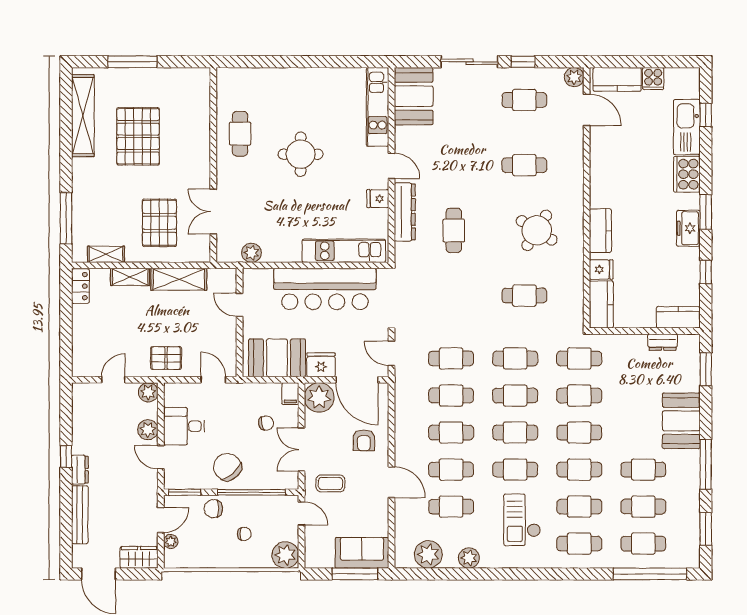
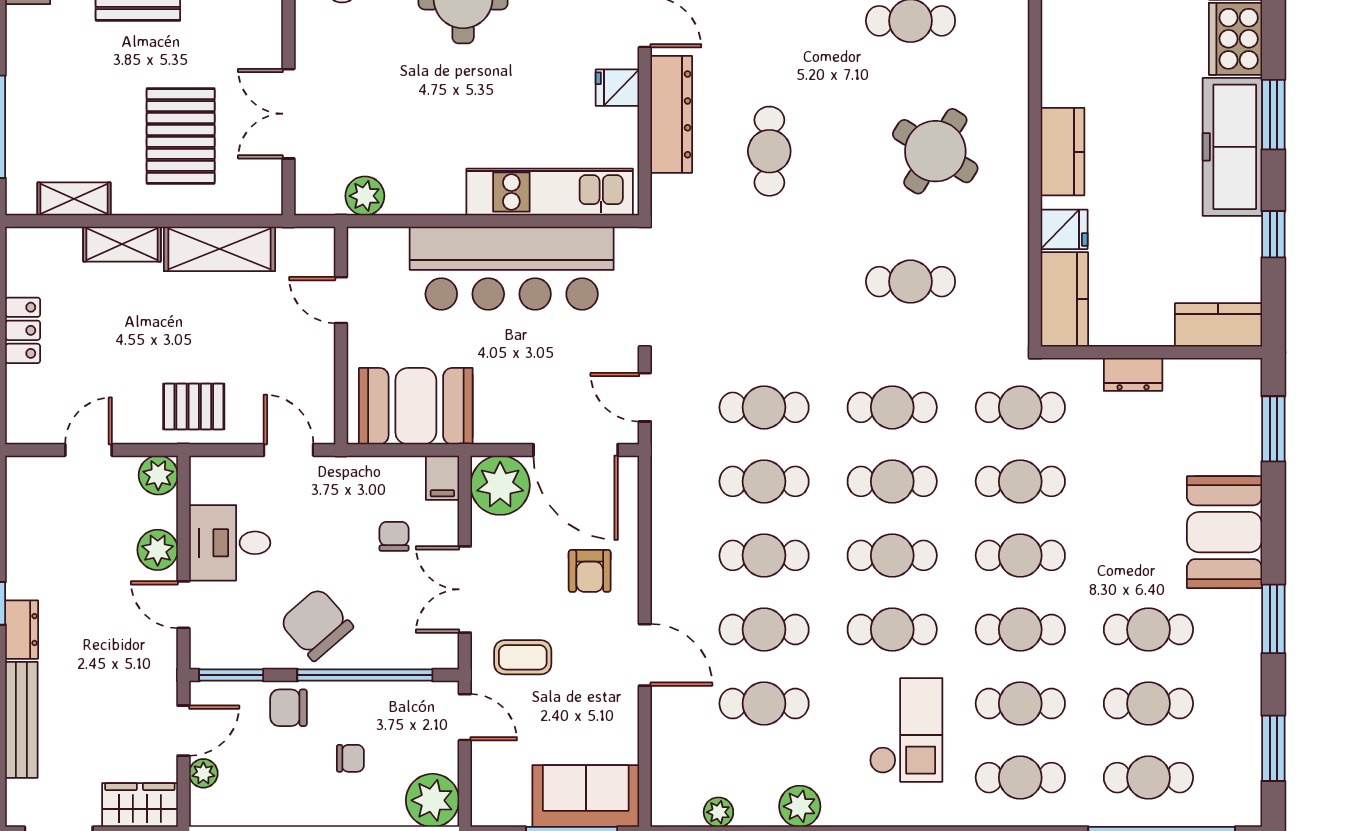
freezer: (688, 228) -> (1232, 147), width x1.91, depth x1.26
locker: (80, 286) -> (23, 330), moved
dresser: (663, 342) -> (1133, 374), moved
fridge: (321, 365) -> (504, 420), removed
chair: (266, 423) -> (394, 536), turned -78
window: (706, 464) -> (1273, 619), width x0.69
checkout: (522, 520) -> (906, 730), turned 180
plant: (428, 554) -> (718, 812), width x0.53, depth x0.53

